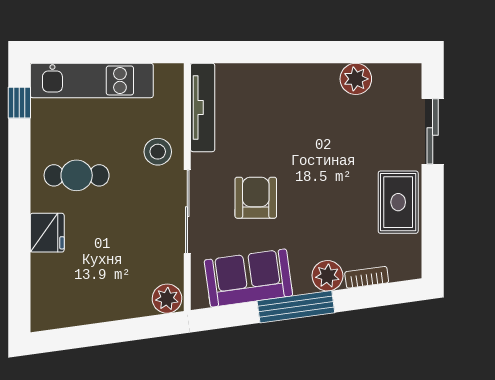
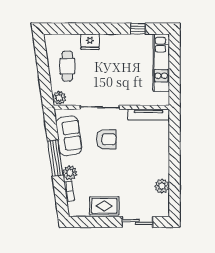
window: (19, 103) -> (138, 29), moved
stool: (158, 152) -> (128, 93), removed
cafe table: (77, 175) -> (67, 66), moved

